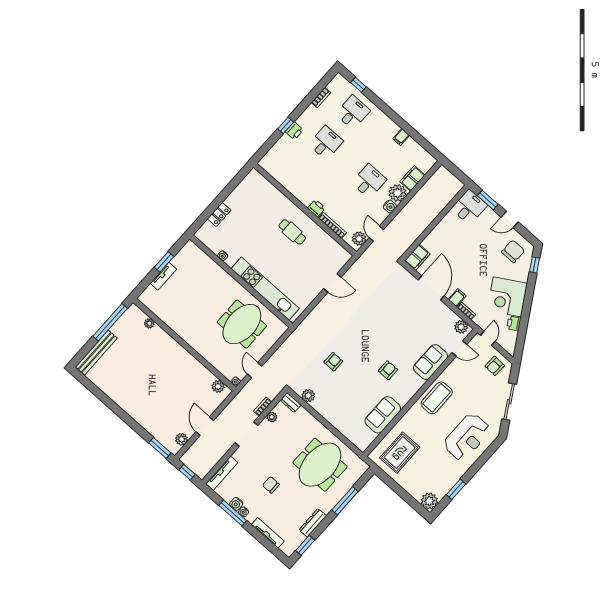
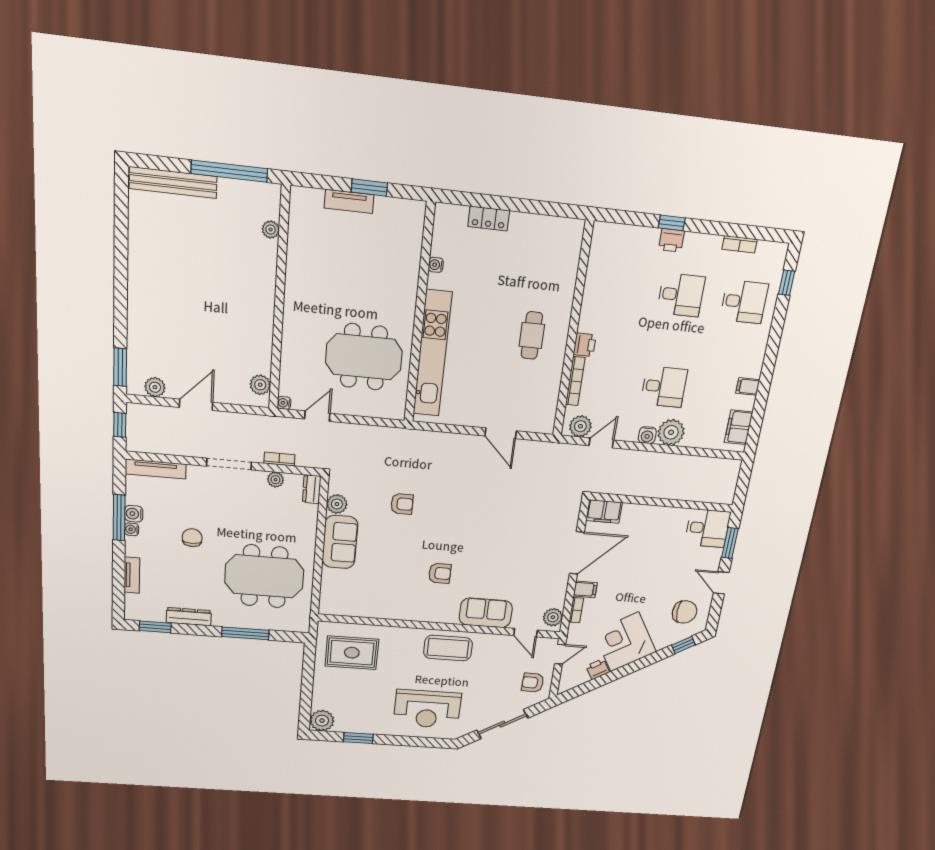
filing cabinet: (412, 178) -> (739, 427), moved, turned -90
sofa: (383, 415) -> (340, 542), moved, turned 90
tv unit: (268, 533) -> (132, 575), width x0.71

